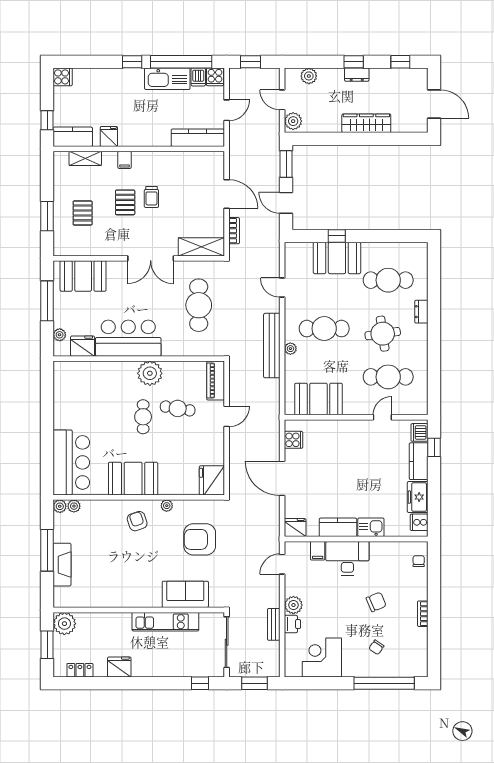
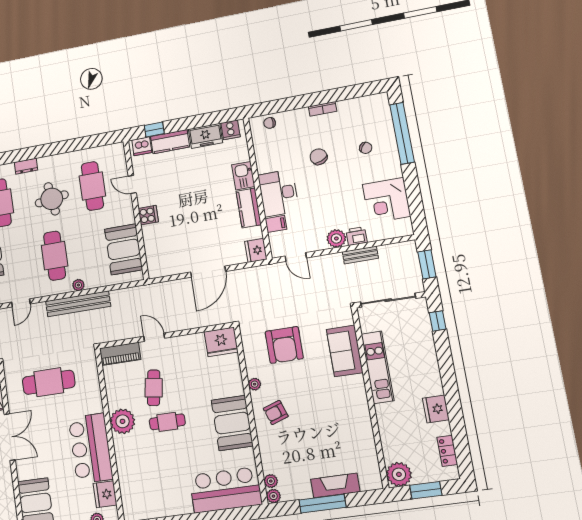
cooker: (294, 440) -> (148, 215), moved, turned 90

